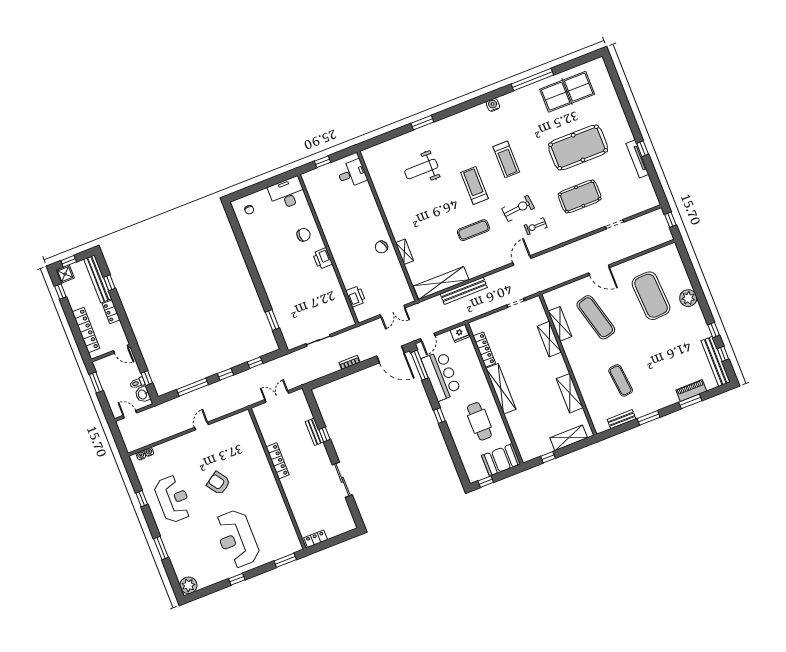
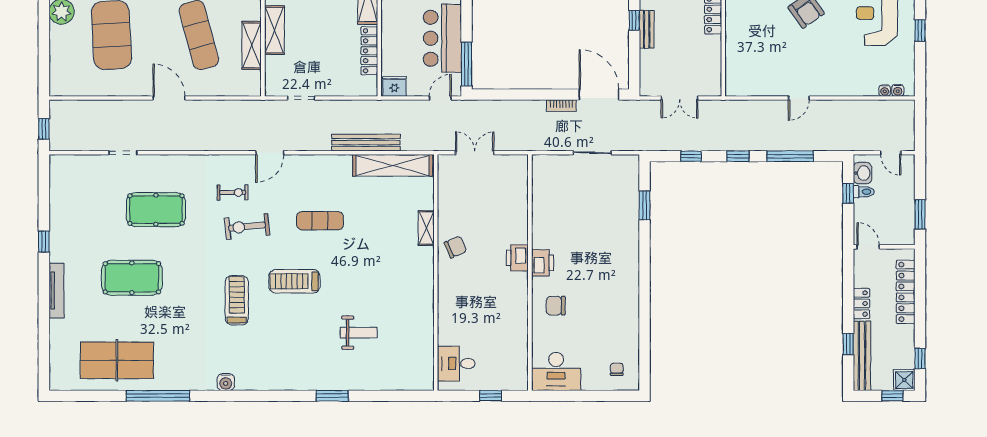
pool table: (578, 148) -> (132, 278), width x0.73, depth x0.76
tv unit: (637, 159) -> (56, 291), moved
weight bench: (421, 169) -> (359, 333), width x0.73, depth x0.75
treadmill: (474, 186) -> (295, 281), turned 90
printer: (356, 296) -> (517, 258), moved
door: (391, 354) -> (599, 95), moved

